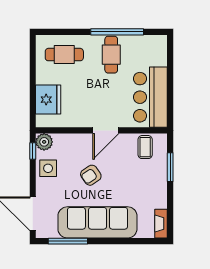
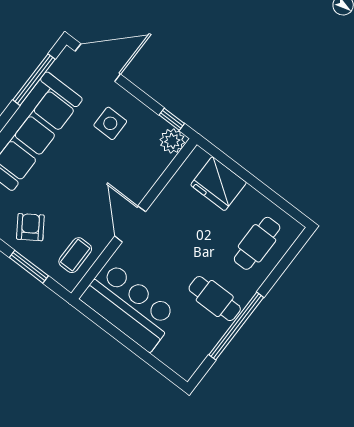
coffee table: (145, 147) -> (75, 255), turned 90
side table: (48, 168) -> (110, 123), moved
armchair: (91, 175) -> (30, 227), moved

